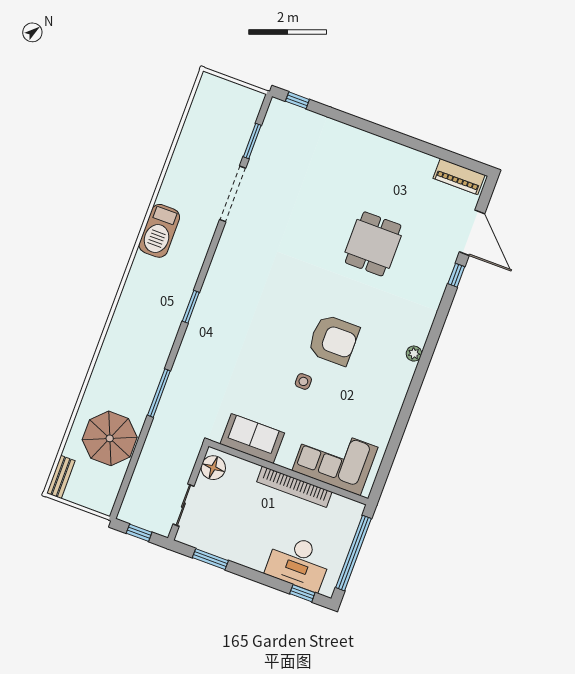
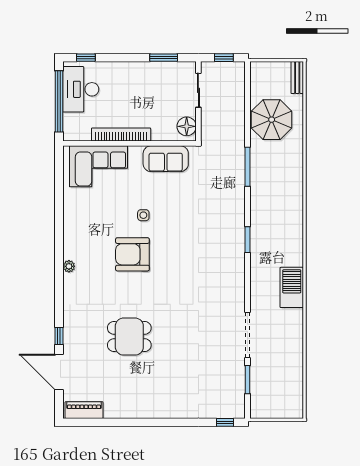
dining table: (373, 244) -> (129, 337), turned 90
desk: (299, 562) -> (81, 89), moved, turned -90

